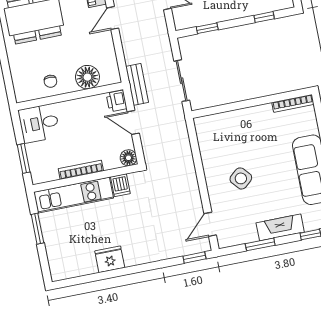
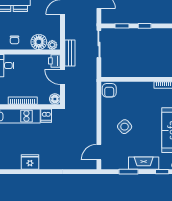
window: (264, 17) -> (145, 26), moved
plant: (108, 78) -> (52, 45), added
sliding door: (182, 81) -> (99, 44), moved
armchair: (207, 129) -> (109, 90), added
window: (194, 258) -> (85, 172), removed

